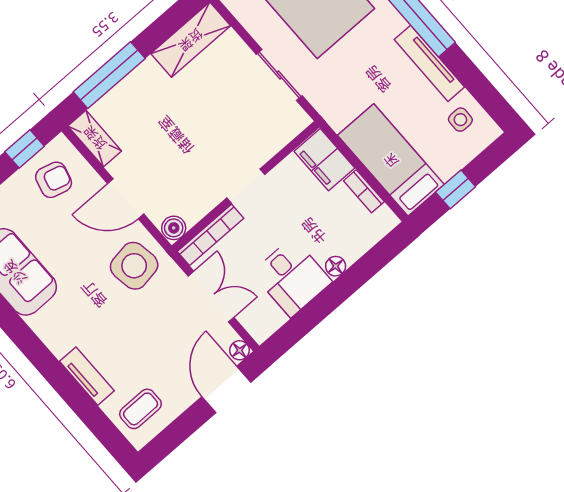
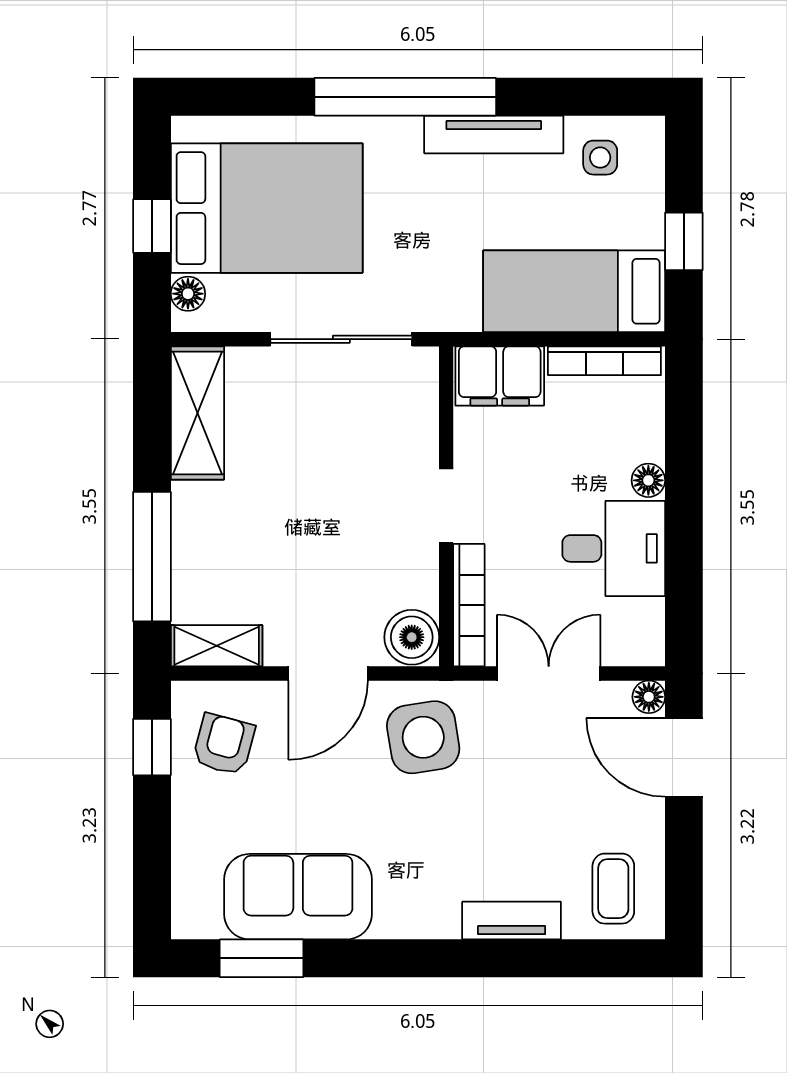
sliding door: (279, 75) -> (341, 339), width x1.37
bookcase: (364, 191) -> (604, 361), width x1.56
boiler: (174, 228) -> (412, 637), width x1.36, depth x1.36

